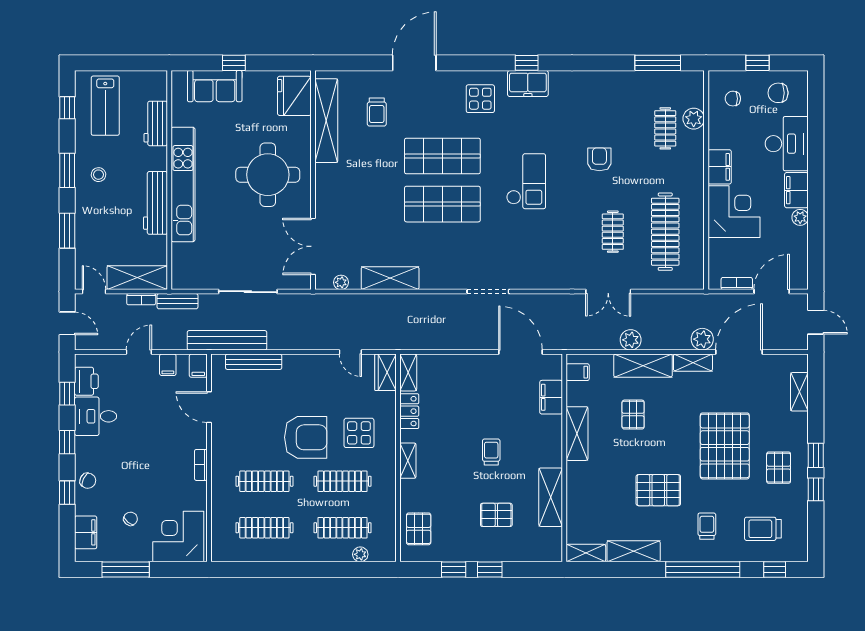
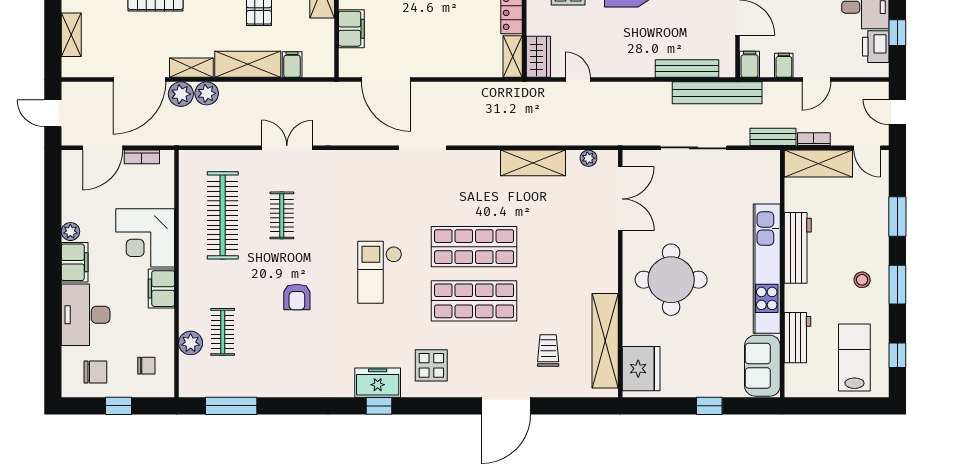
sofa: (215, 86) -> (762, 366), moved, turned -90
plant: (631, 340) -> (207, 93), moved
filing cabinet: (578, 372) -> (292, 65), moved, turned 90

